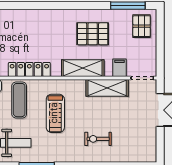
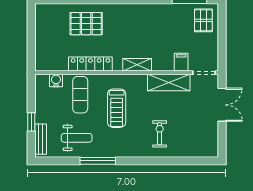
pallet: (93, 34) -> (86, 24), moved
shelving: (83, 68) -> (137, 65), width x0.67, depth x0.75
exercise bike: (98, 139) -> (160, 134), turned 90

